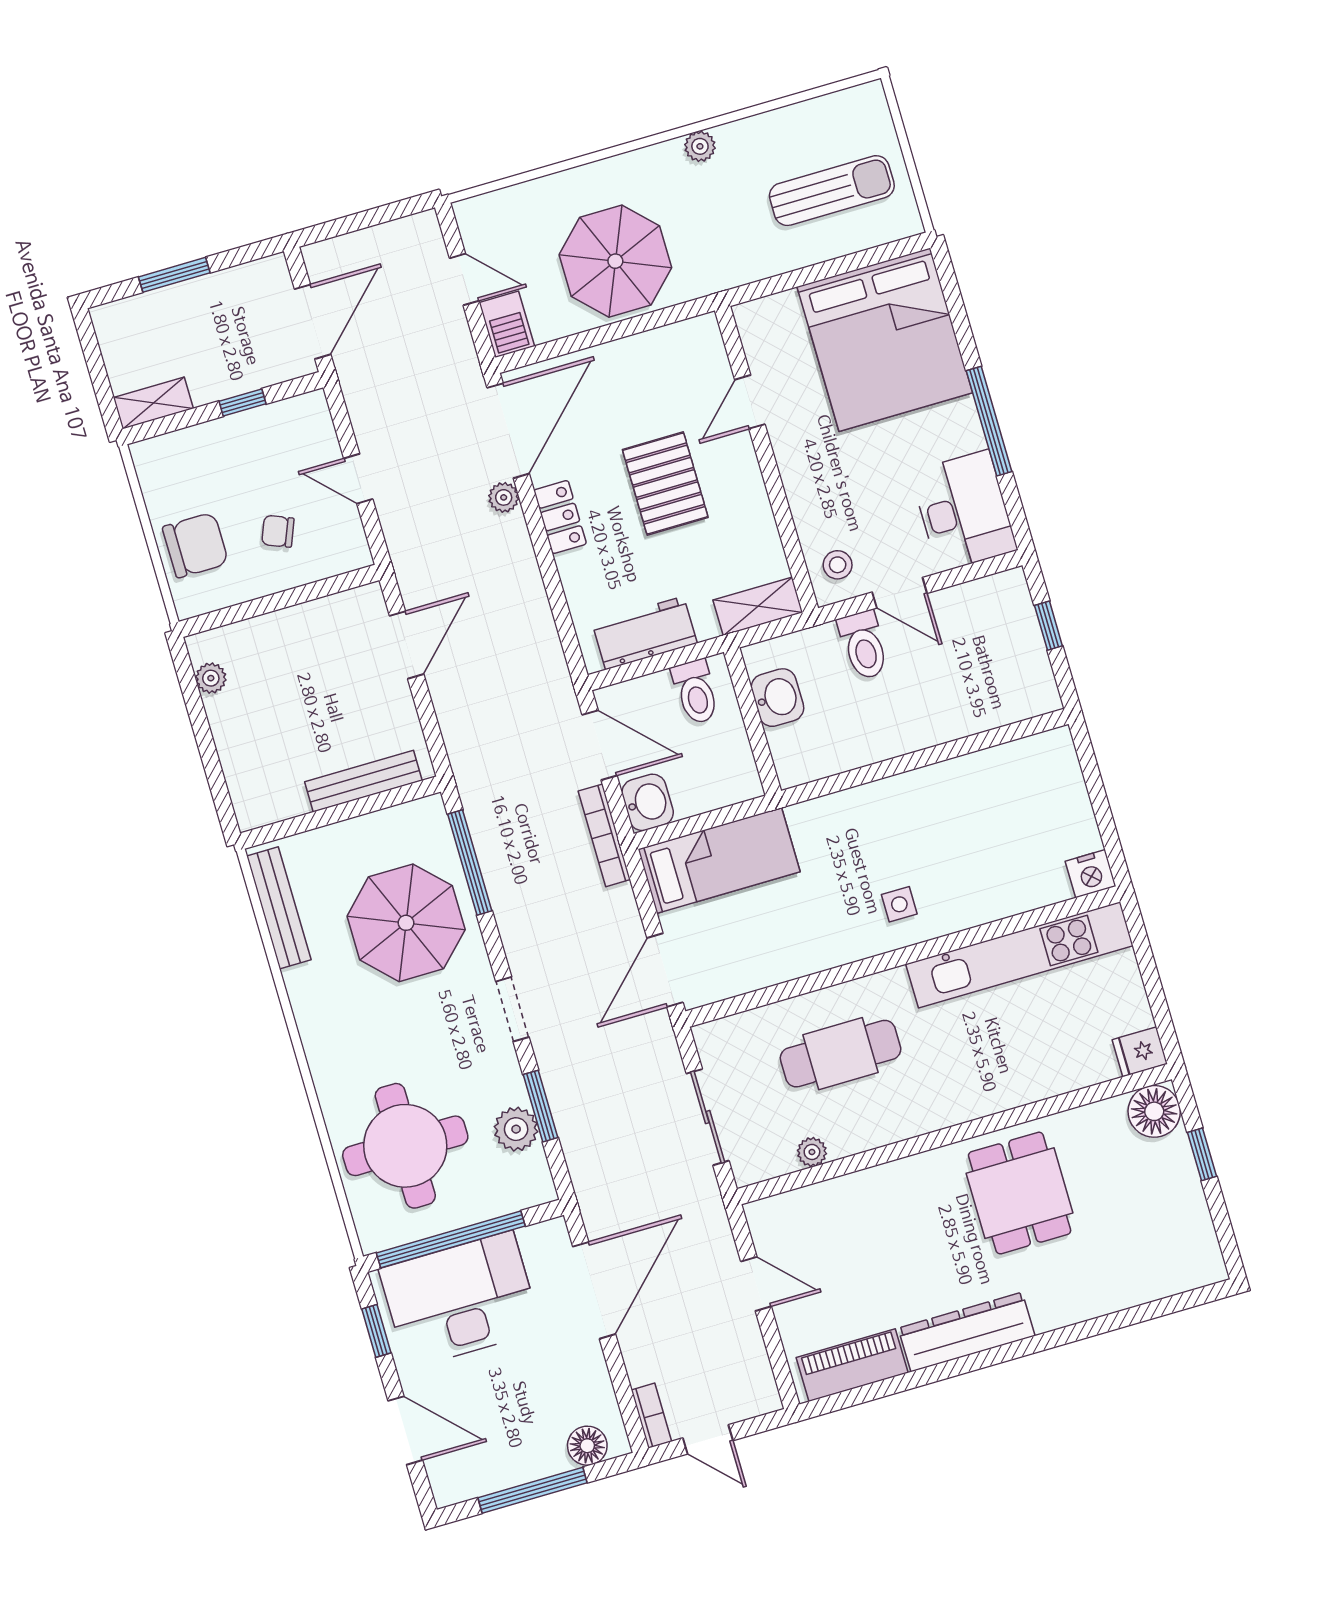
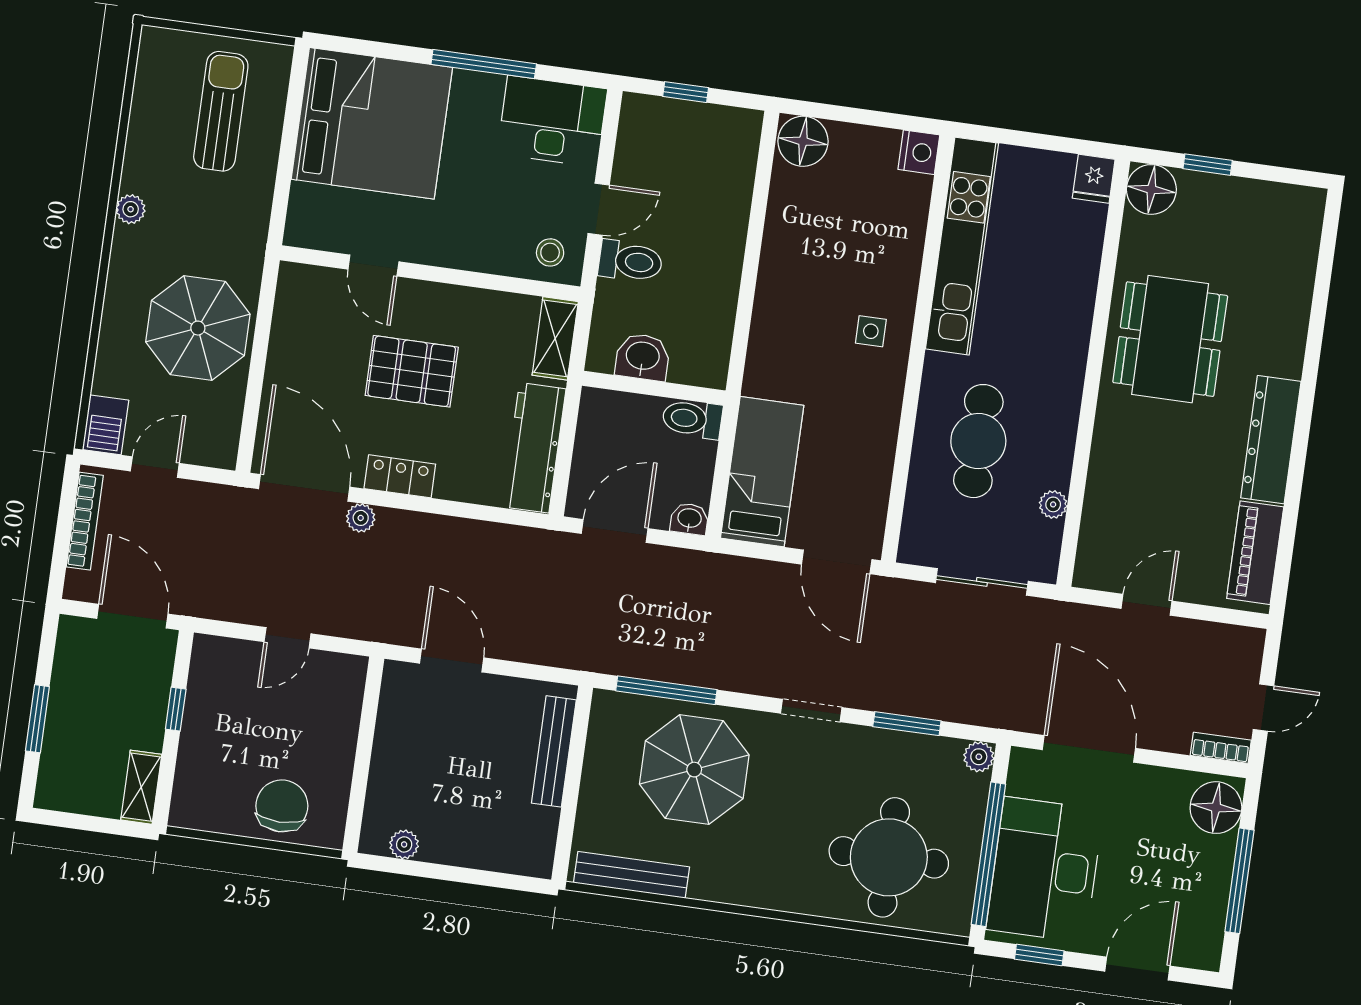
barbecue: (507, 324) -> (106, 425), moved, turned 90
chair: (278, 531) -> (302, 729), removed
workbench: (645, 633) -> (534, 448), width x1.38
toilet: (696, 692) -> (692, 419), moved, turned 180
floor lamp: (1052, 759) -> (803, 141), added
washbasin: (648, 802) -> (689, 519), width x0.72, depth x0.69
bookcase: (604, 835) -> (85, 521), moved, turned -90
plant: (516, 1129) -> (979, 757), moved, width x0.73, depth x0.73
dining table: (1020, 1193) -> (1170, 339), width x1.37
floor lamp: (587, 1446) -> (1216, 808), width x1.38, depth x1.38

